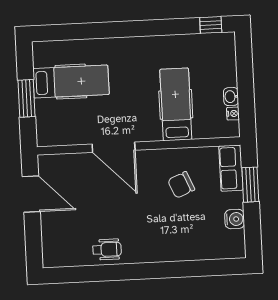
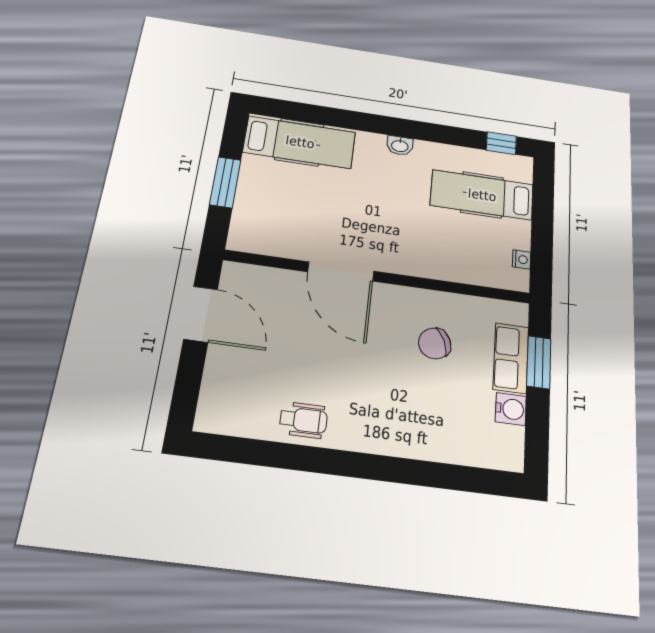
hospital bed: (71, 82) -> (300, 142), moved
washbasin: (231, 97) -> (400, 146), moved, turned -90
hospital bed: (176, 104) -> (482, 195), moved, turned -90
row of seats: (231, 168) -> (511, 358), moved

